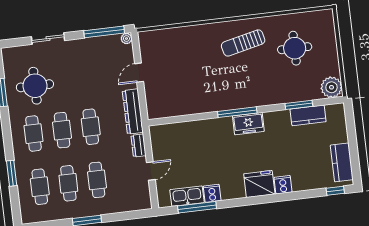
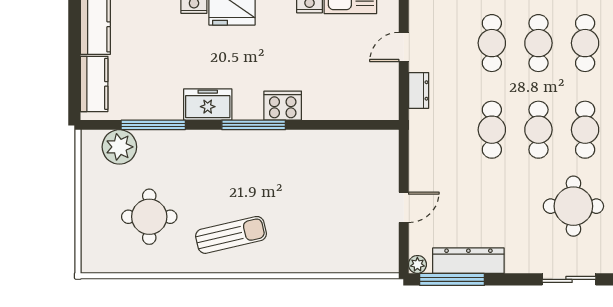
sliding door: (48, 39) -> (569, 279), moved
plant: (331, 87) -> (119, 147), moved
window: (299, 105) -> (153, 125), width x1.44
dresser: (133, 112) -> (468, 261), moved, turned -90
kitchen counter: (308, 115) -> (94, 84), moved, turned 90
freezer: (248, 124) -> (208, 104), moved
cooker: (221, 126) -> (283, 106), added

